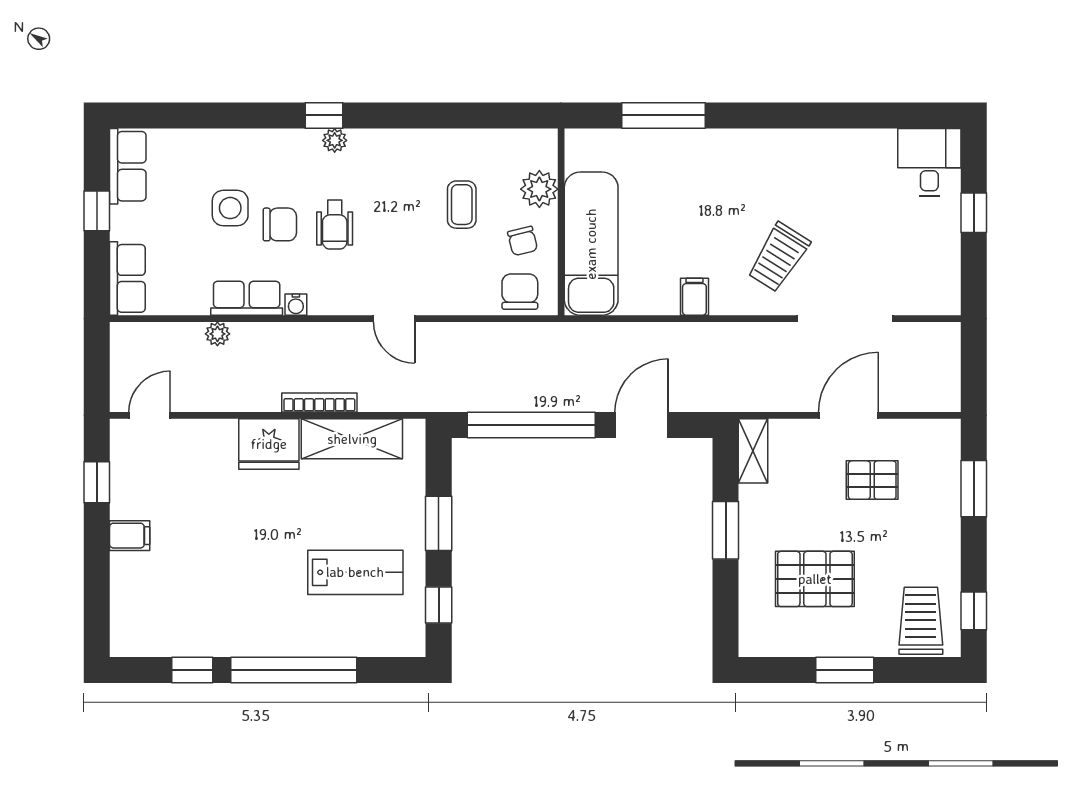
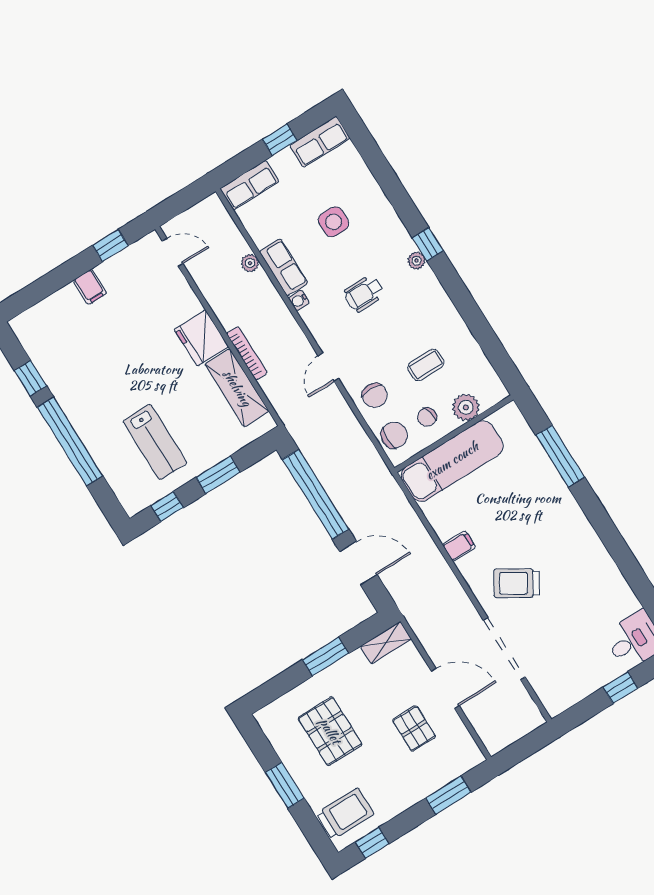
chair: (280, 224) -> (375, 395), moved

